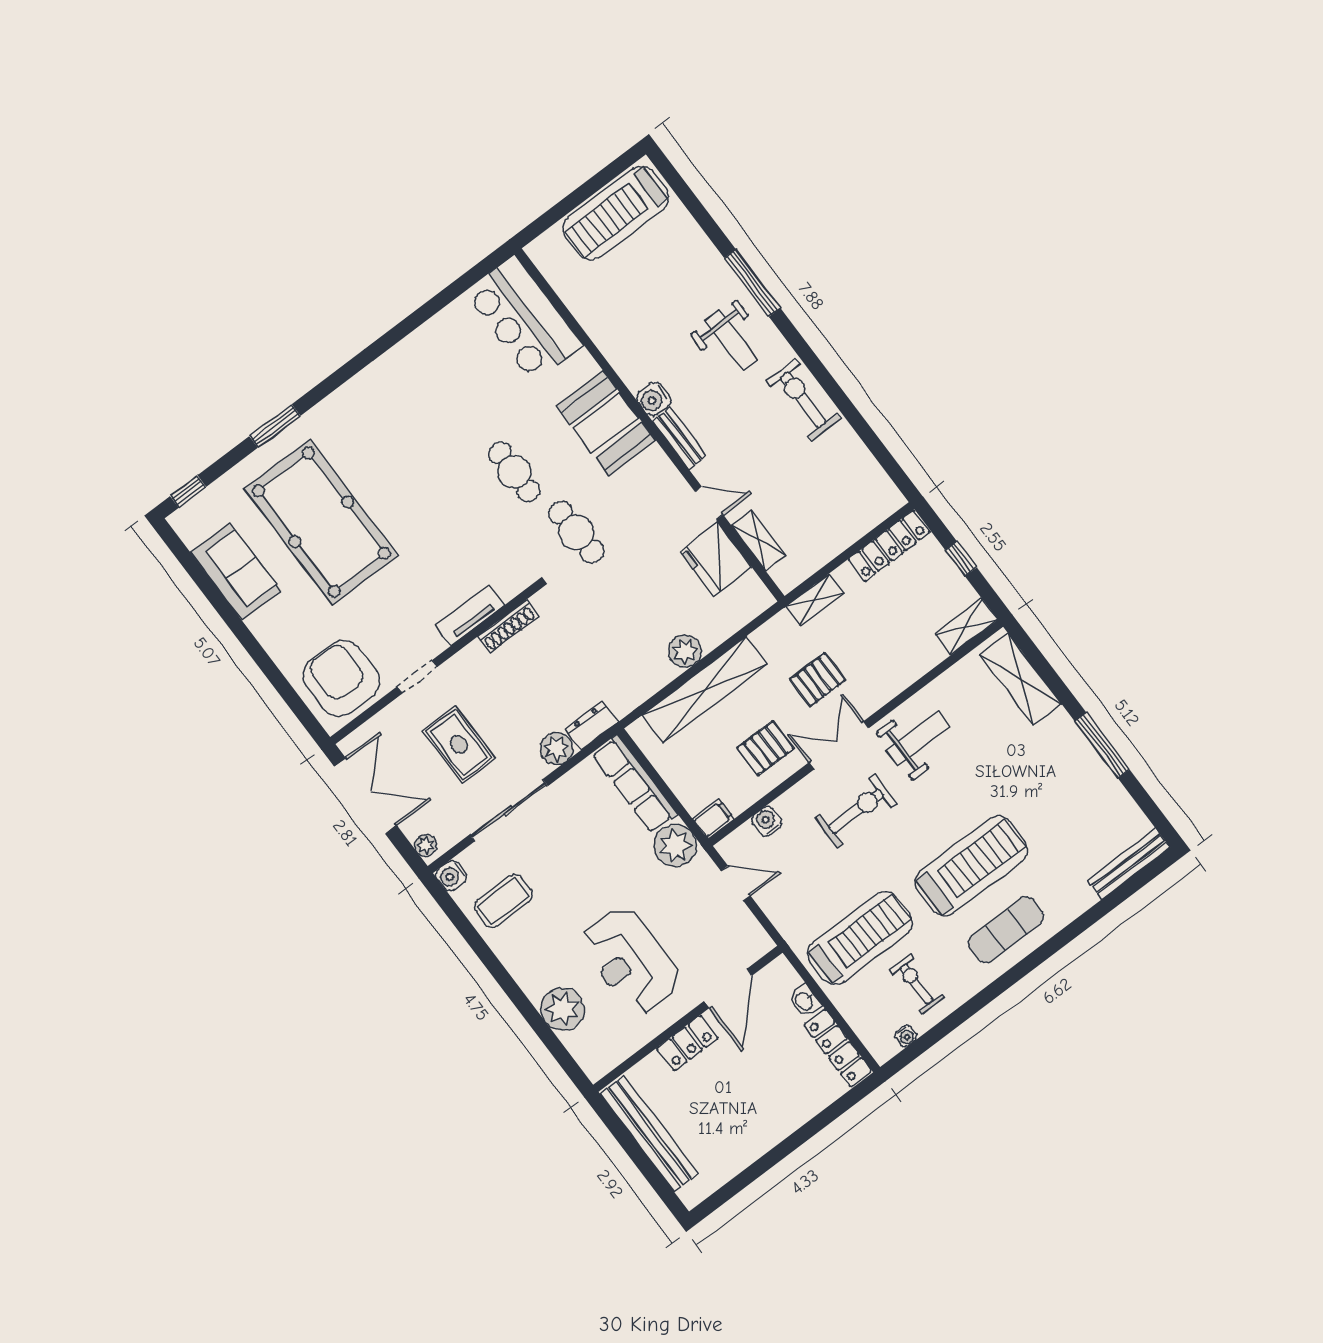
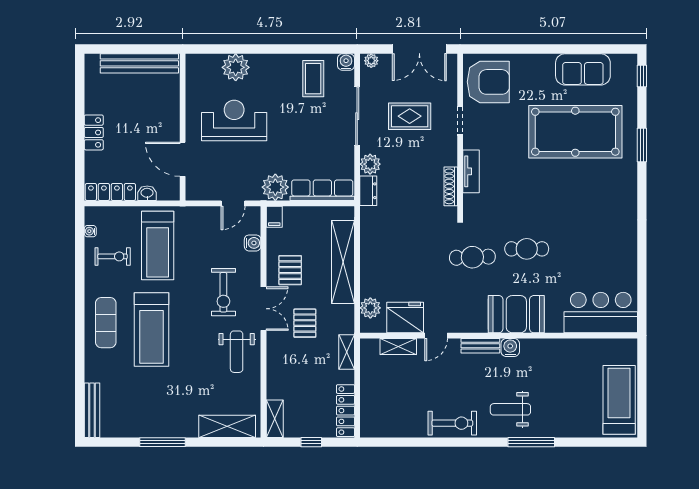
plant: (685, 651) -> (370, 308), moved
locker: (687, 1043) -> (94, 132), moved, turned 180

